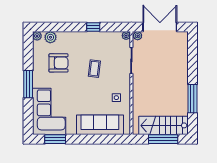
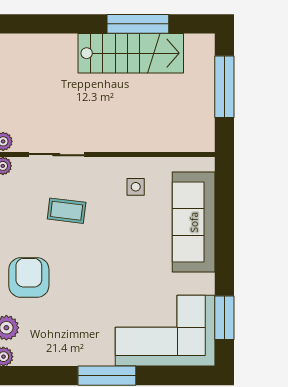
armchair: (58, 63) -> (29, 278), moved
coffee table: (94, 69) -> (67, 211), moved
stairs: (163, 125) -> (131, 53), moved, turned -90

